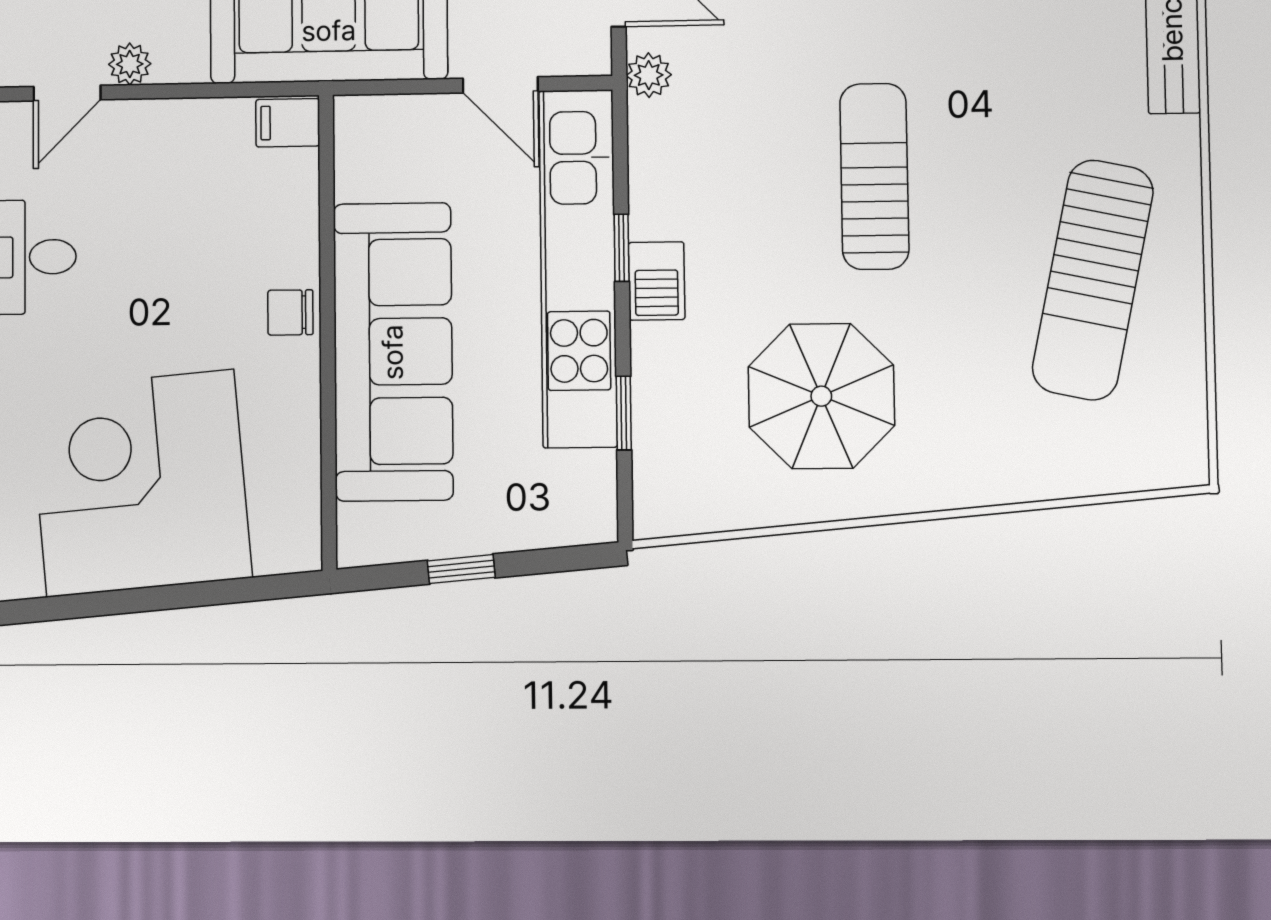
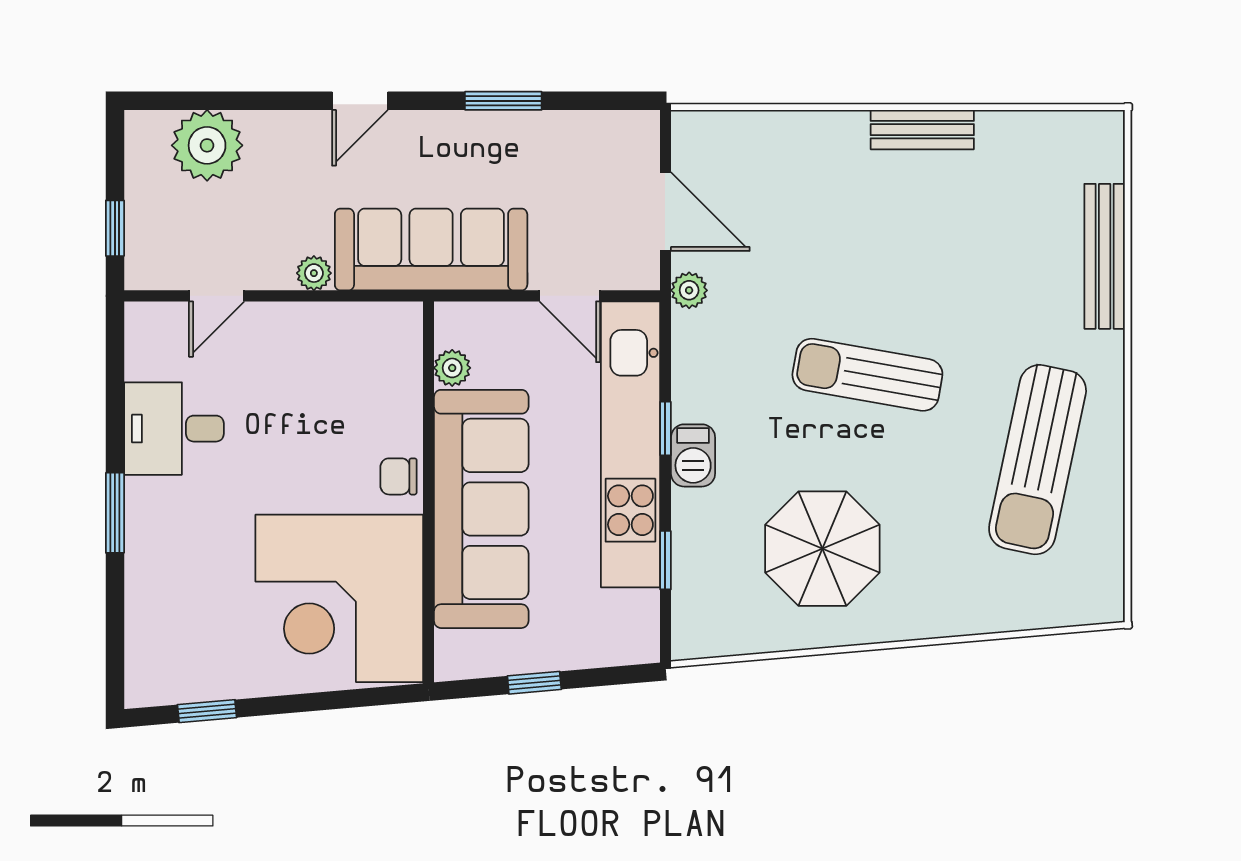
plant: (130, 64) -> (314, 273), moved
filing cabinet: (288, 123) -> (397, 323), removed
sun lounger: (874, 176) -> (867, 375), turned -80
plant: (356, 177) -> (452, 368), added
corner desk: (140, 483) -> (339, 598), moved, turned -85
window: (56, 608) -> (207, 711), added

